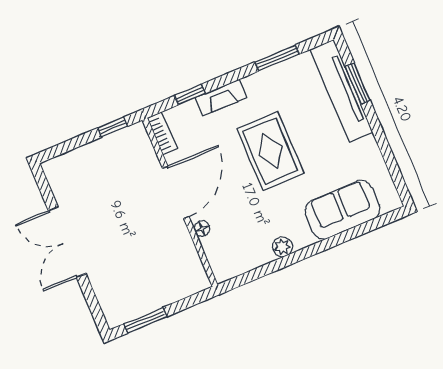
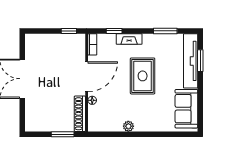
sofa: (342, 210) -> (186, 109), moved, turned -90
shoe rack: (191, 260) -> (80, 114), added
window: (145, 320) -> (63, 134), moved

